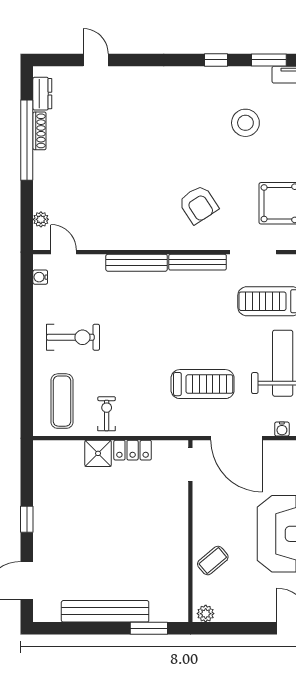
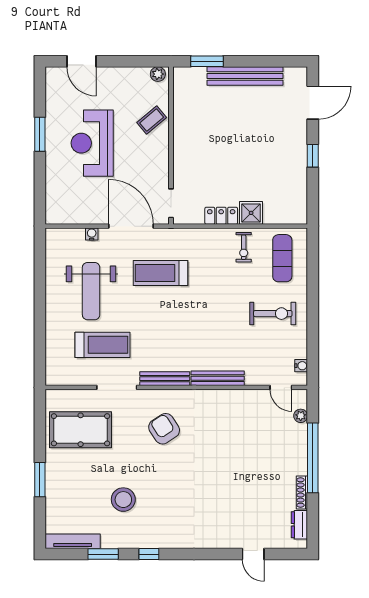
window: (27, 140) -> (313, 458), moved
exercise bike: (73, 337) -> (273, 314), turned 180

